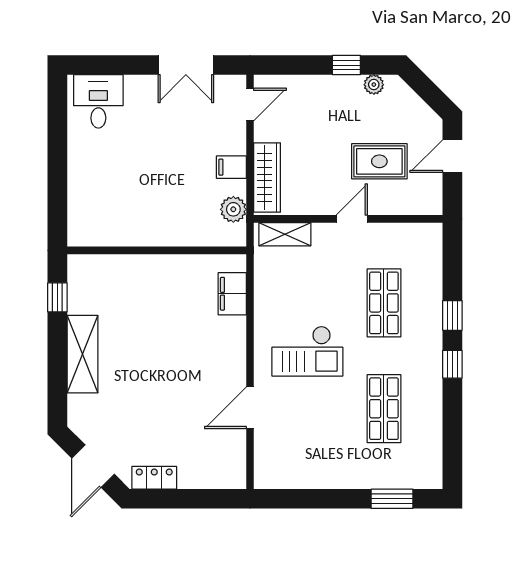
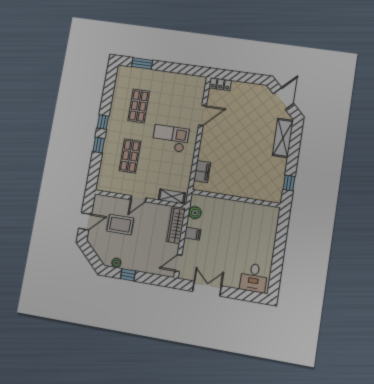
shelving: (82, 354) -> (283, 138), moved
locker: (154, 478) -> (220, 84), moved

